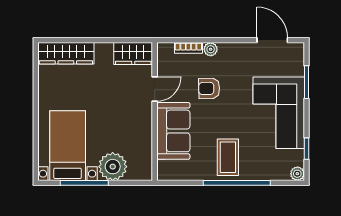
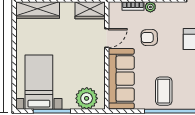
sofa: (173, 131) -> (121, 79), width x1.36
plant: (113, 167) -> (87, 98), moved

